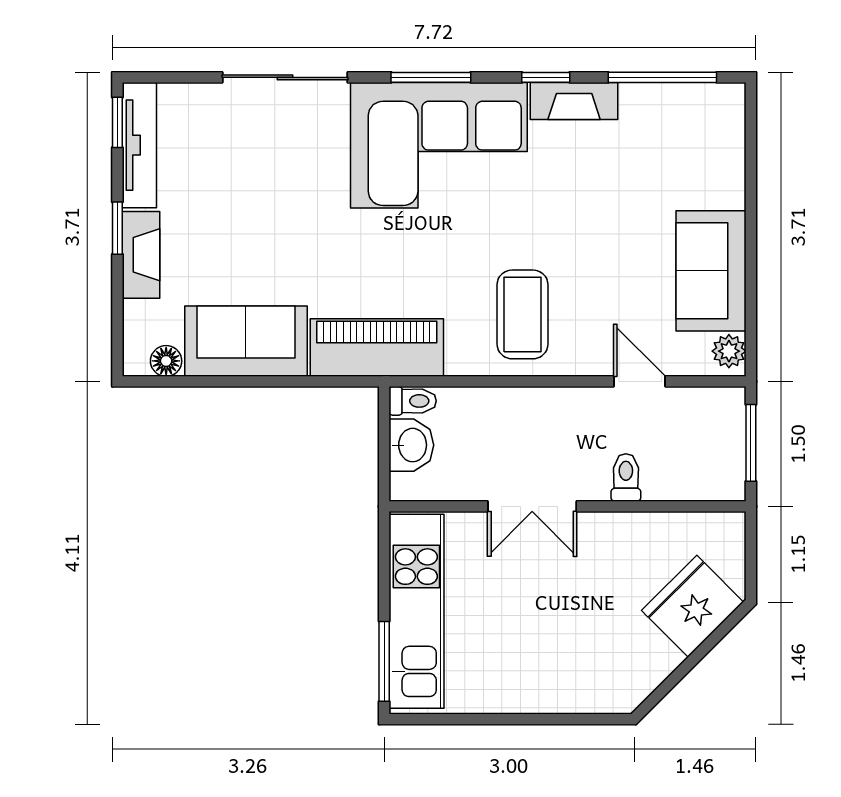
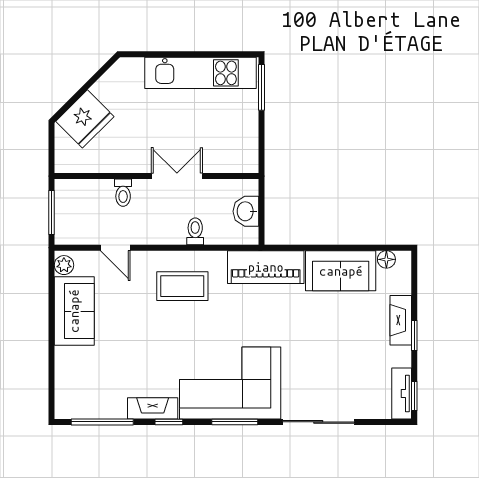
tv unit: (139, 145) -> (402, 393), width x0.71
coffee table: (522, 314) -> (182, 286), turned 90
toilet: (413, 401) -> (195, 231), moved, turned 90
kitchen unit: (416, 611) -> (200, 73), moved, turned -90

